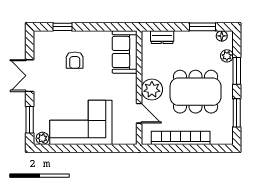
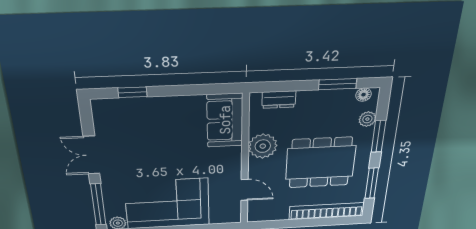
armchair: (75, 60) -> (154, 134), removed
plant: (152, 89) -> (263, 146), moved
window: (30, 120) -> (98, 205), width x1.44
bookcase: (181, 138) -> (327, 211), moved

